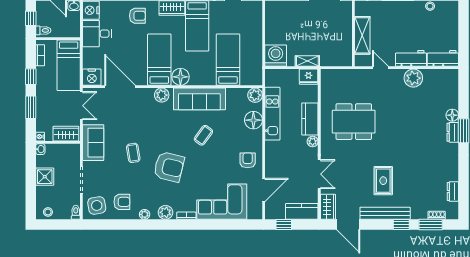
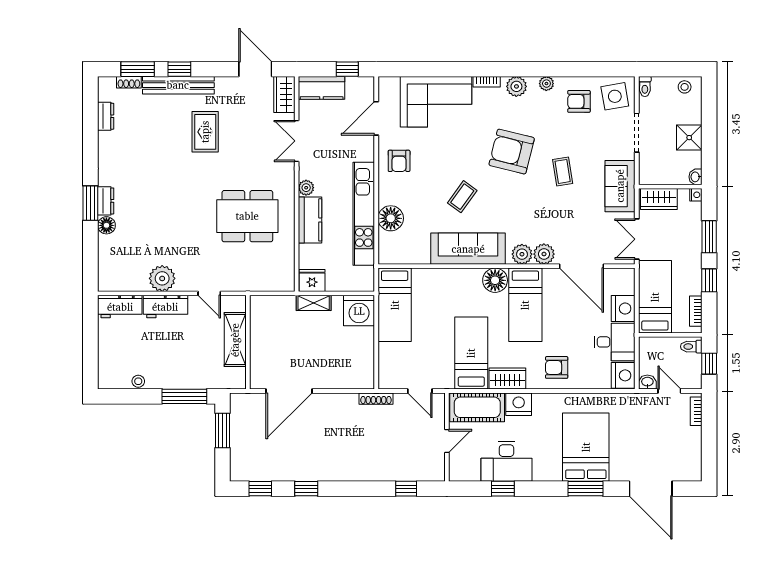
bed: (228, 60) -> (395, 305), moved
nightstand: (92, 77) -> (623, 309), moved, turned 90
plant: (255, 95) -> (544, 254), moved
kitchen unit: (272, 114) -> (364, 214), width x1.36
bench: (385, 213) -> (178, 85), moved

